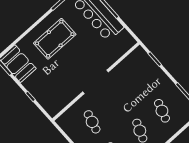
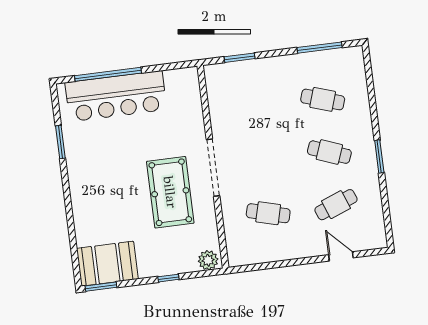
pool table: (55, 39) -> (170, 192), moved
plant: (51, 109) -> (208, 260), added

